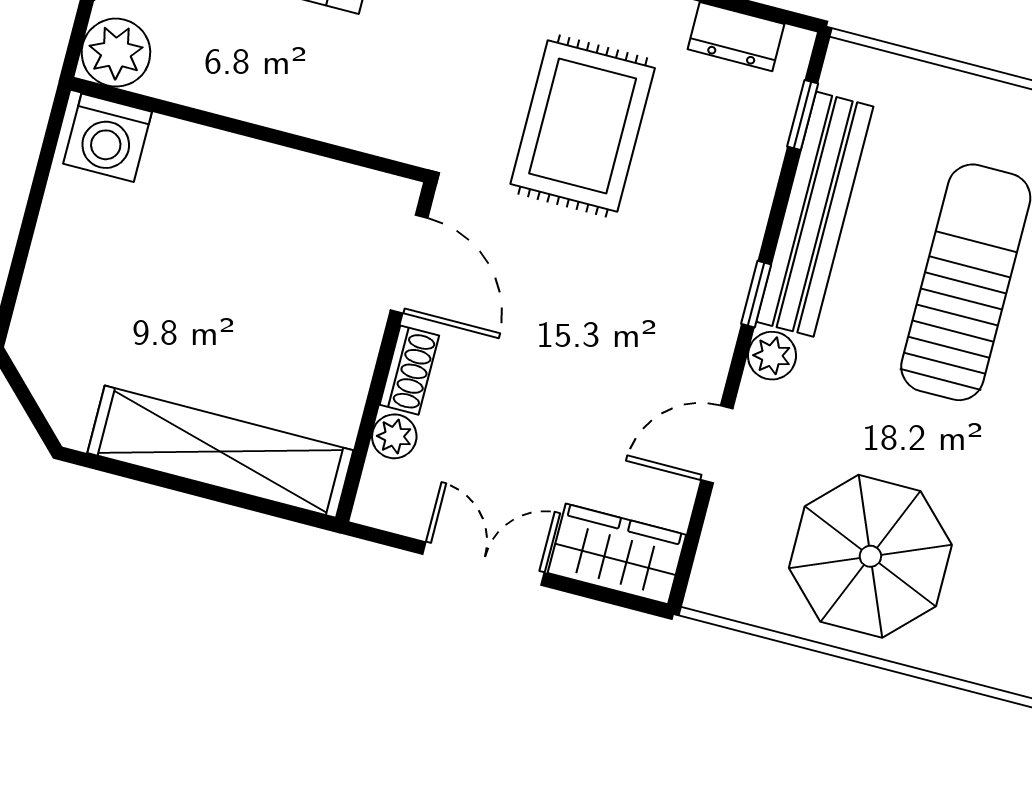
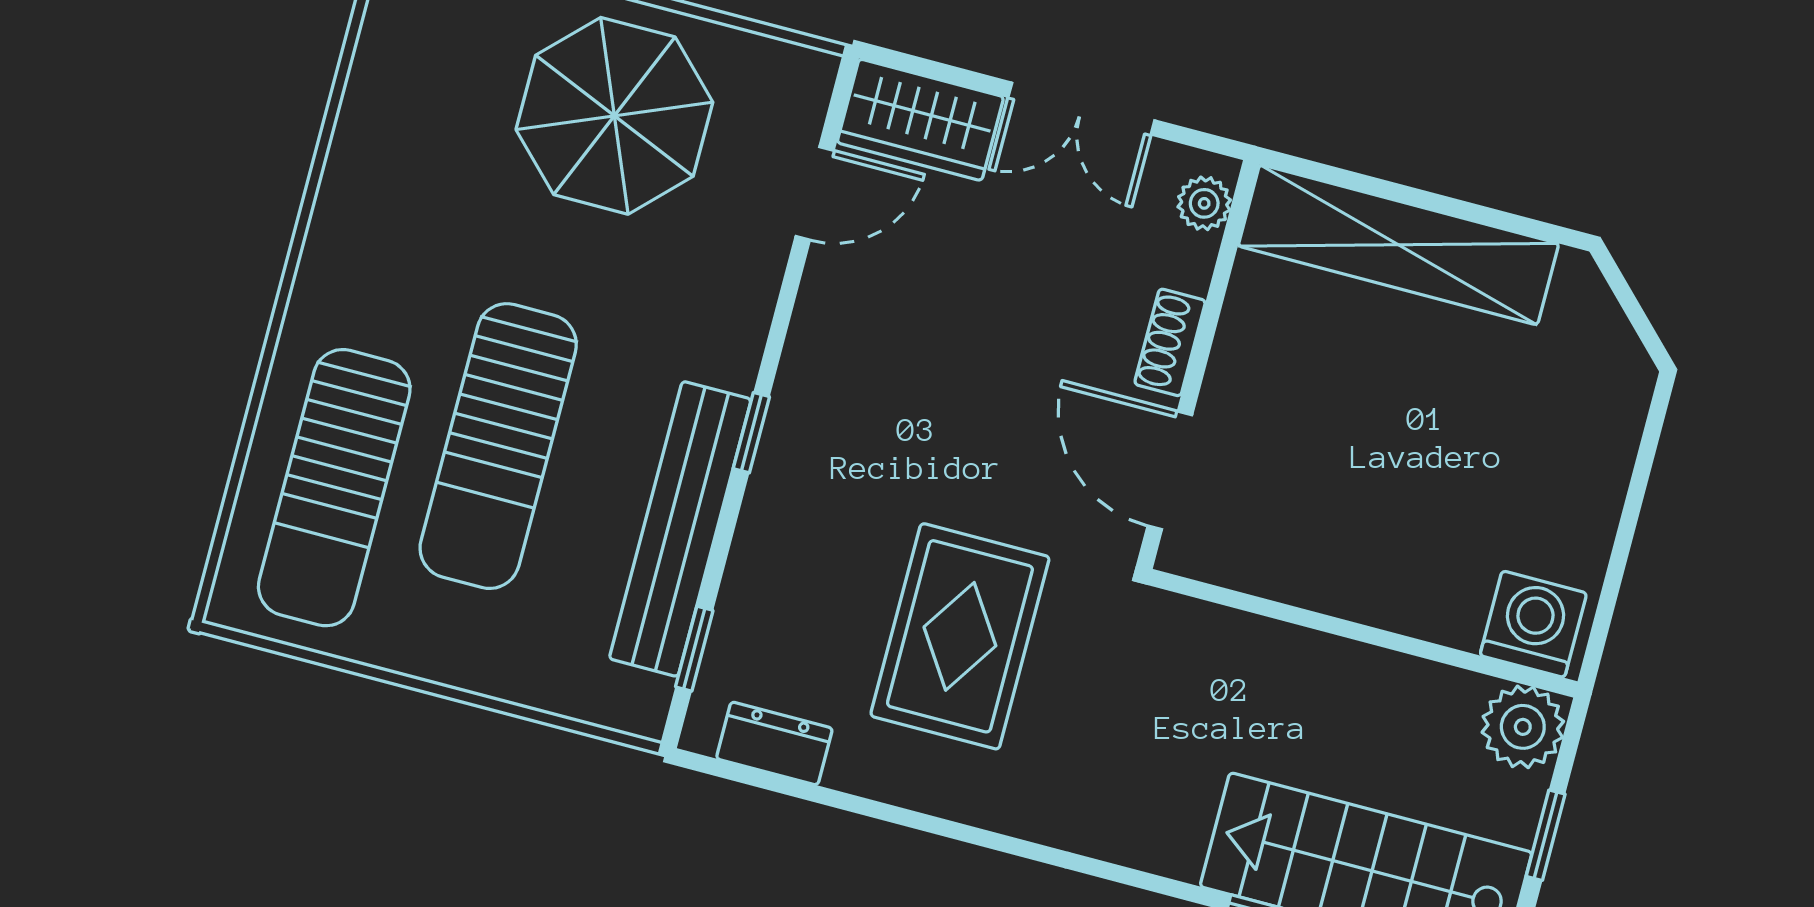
plant: (772, 356) -> (732, 358), removed
plant: (394, 436) -> (1204, 203), moved
door: (717, 444) -> (815, 193), moved

